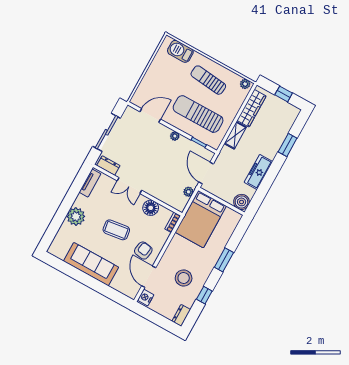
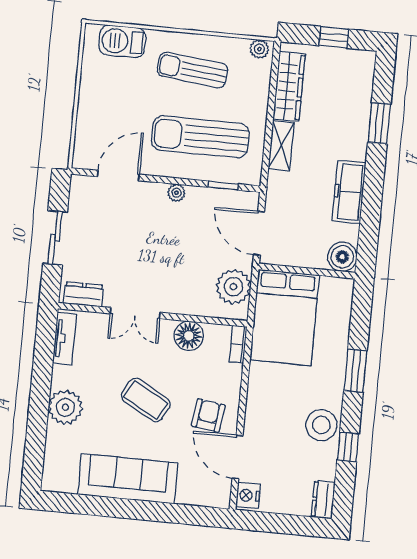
sliding door: (107, 132) -> (55, 238), width x0.73
plant: (188, 192) -> (233, 287), width x1.88, depth x1.88
coffee table: (116, 230) -> (146, 400), turned 37
stool: (184, 278) -> (321, 425), moved

